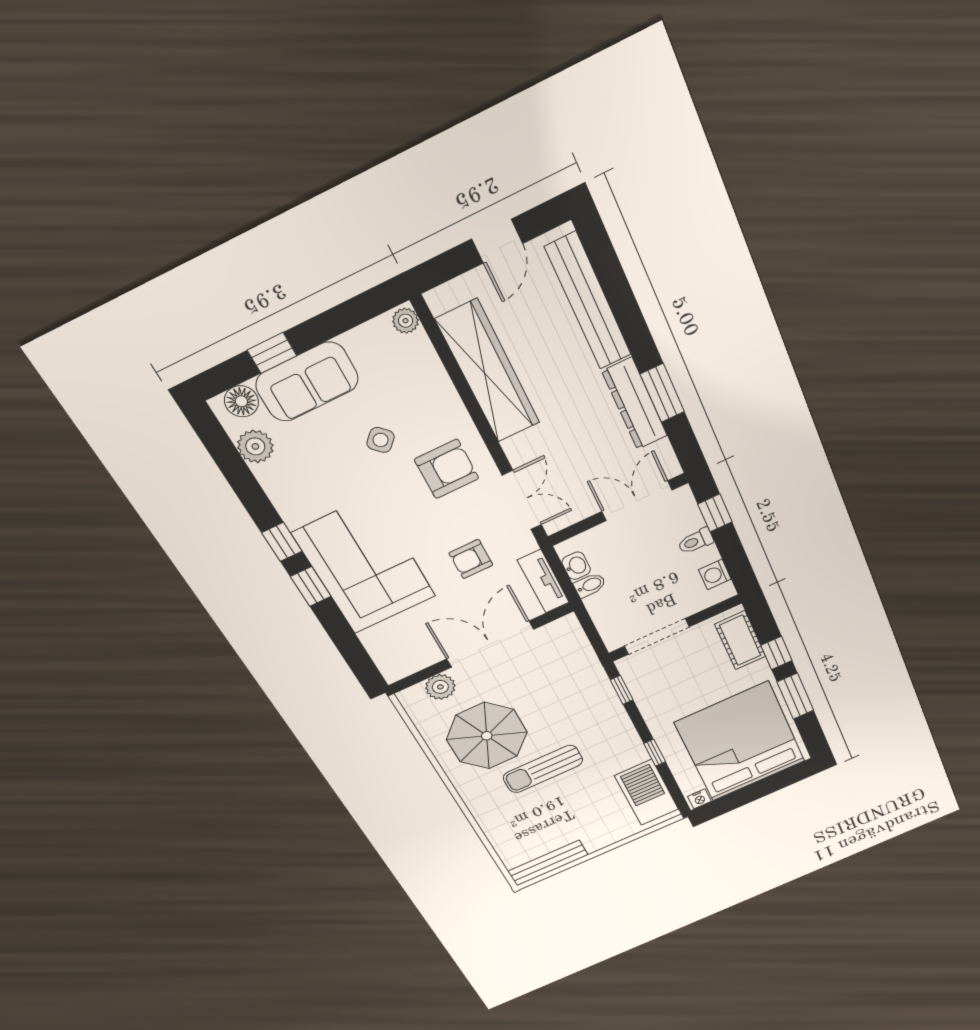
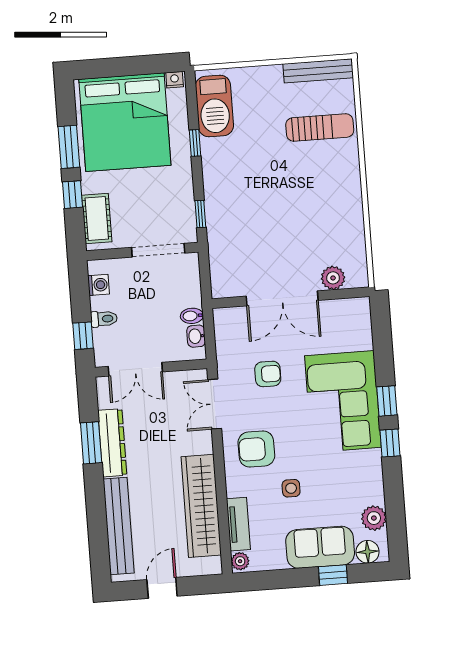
side table: (381, 440) -> (291, 488), turned 45
tv unit: (543, 581) -> (238, 524), moved
parasol: (487, 736) -> (317, 219), removed
sun lounger: (543, 769) -> (320, 127), moved

